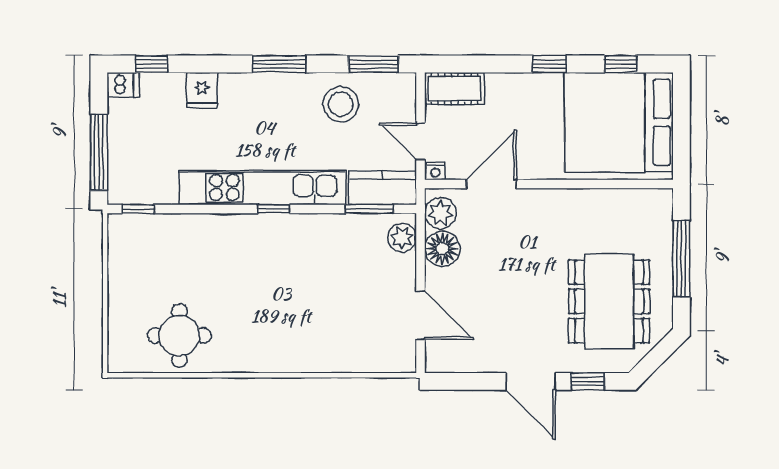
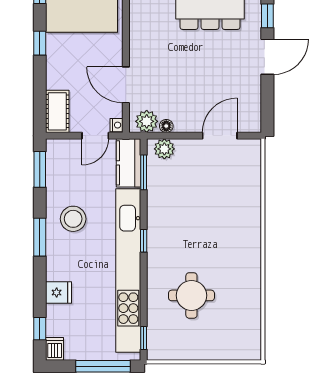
stool: (341, 104) -> (73, 219), moved
kitchen unit: (263, 188) -> (128, 271), width x1.36
floor lamp: (442, 249) -> (166, 126), width x0.53, depth x0.53
round table: (179, 336) -> (191, 295), moved

